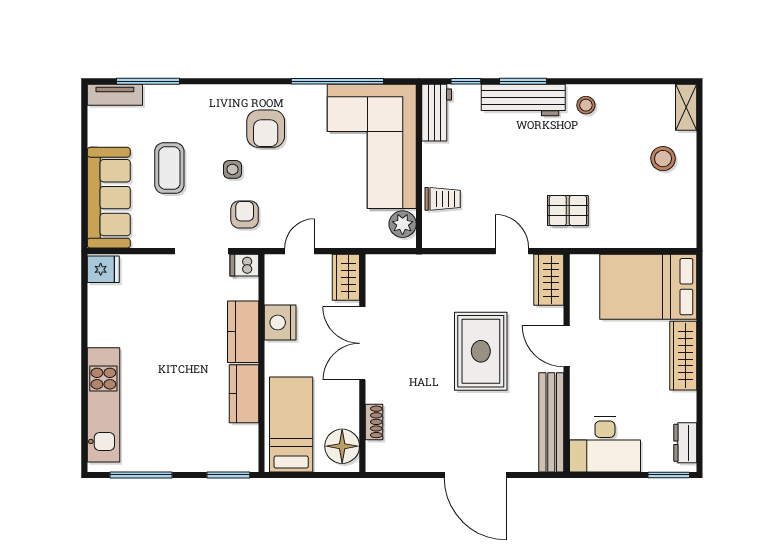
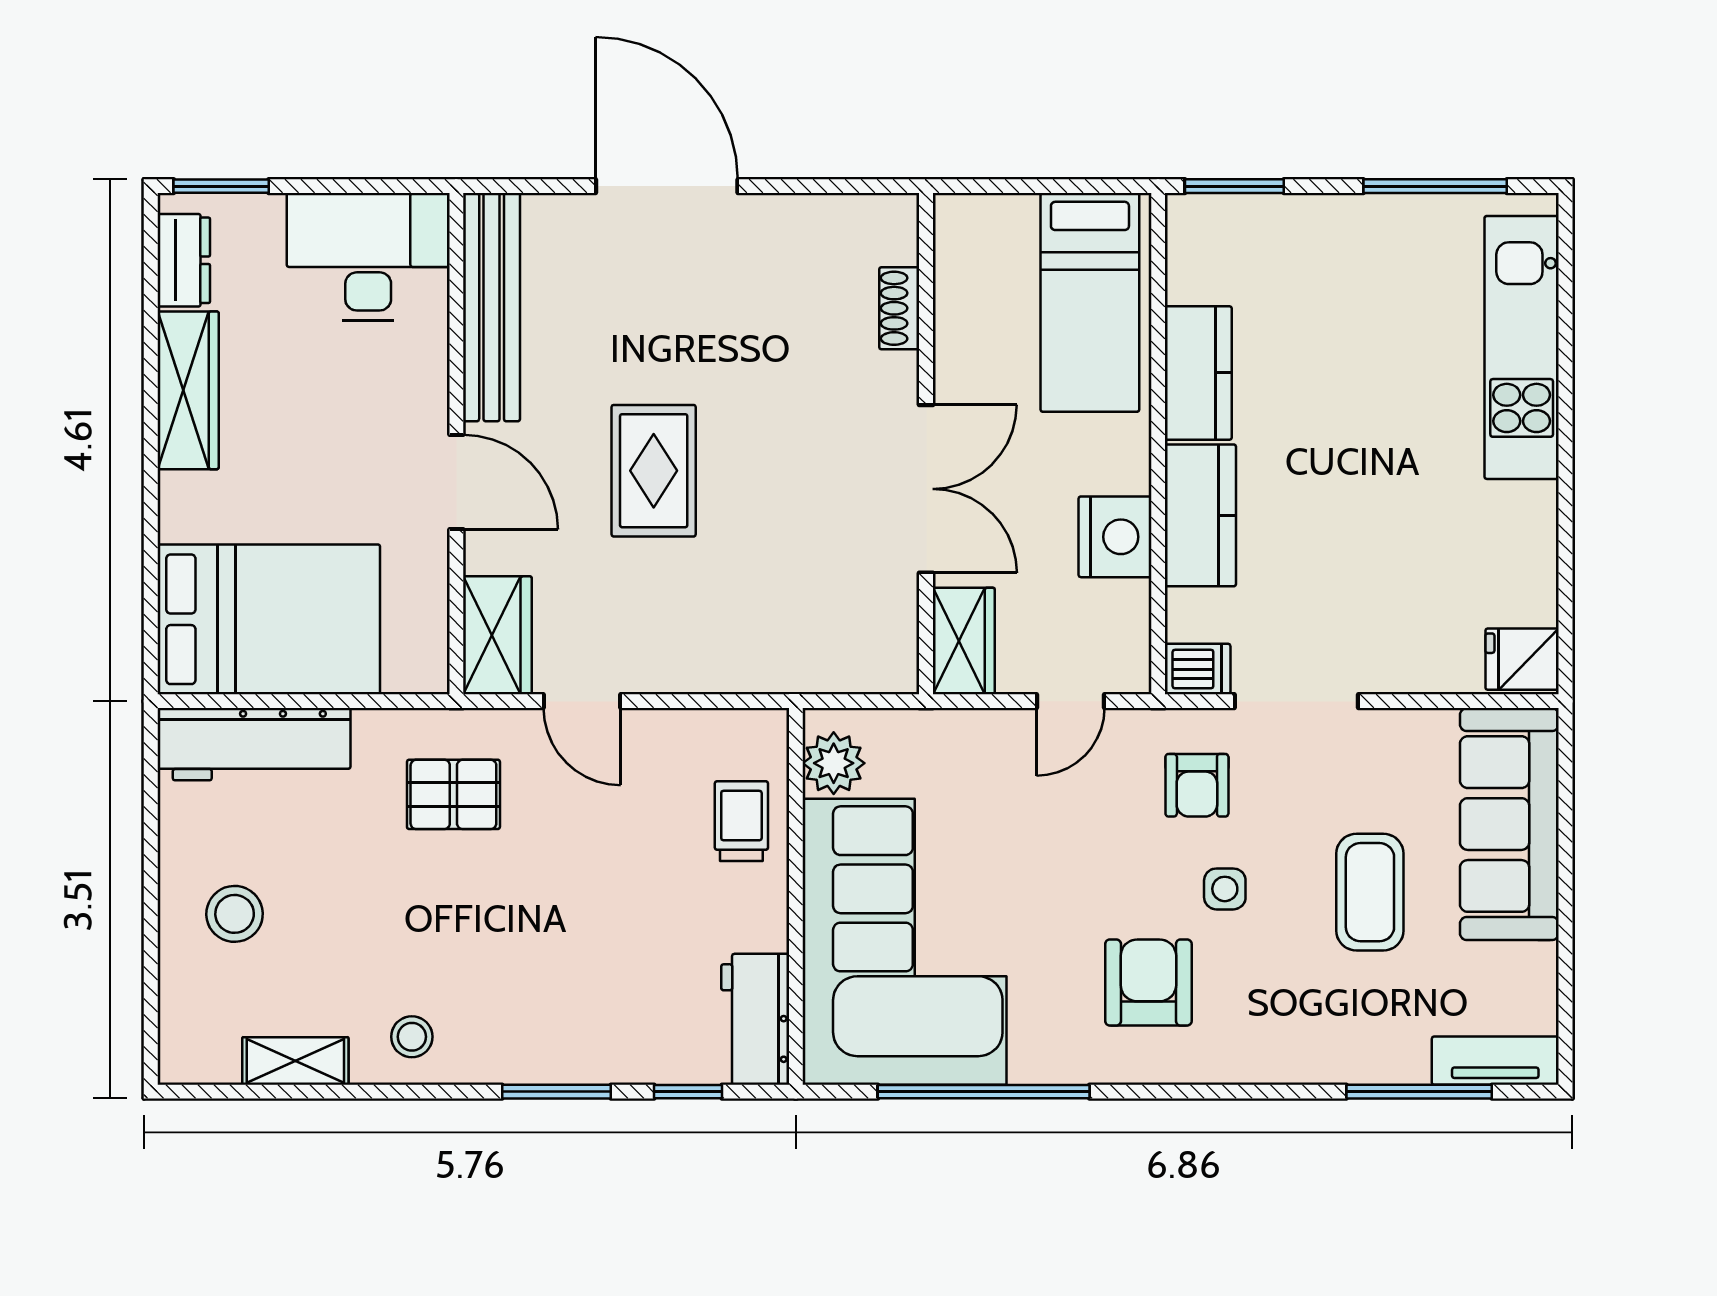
workbench: (523, 100) -> (254, 744), moved, turned 180
shelving: (686, 107) -> (295, 1061), moved, turned 90
trolley: (443, 199) -> (741, 821), turned 90
rug: (481, 351) -> (654, 471), width x0.73, depth x0.70
wardrobe: (683, 356) -> (188, 390), moved
floor lamp: (342, 446) -> (973, 252), removed

